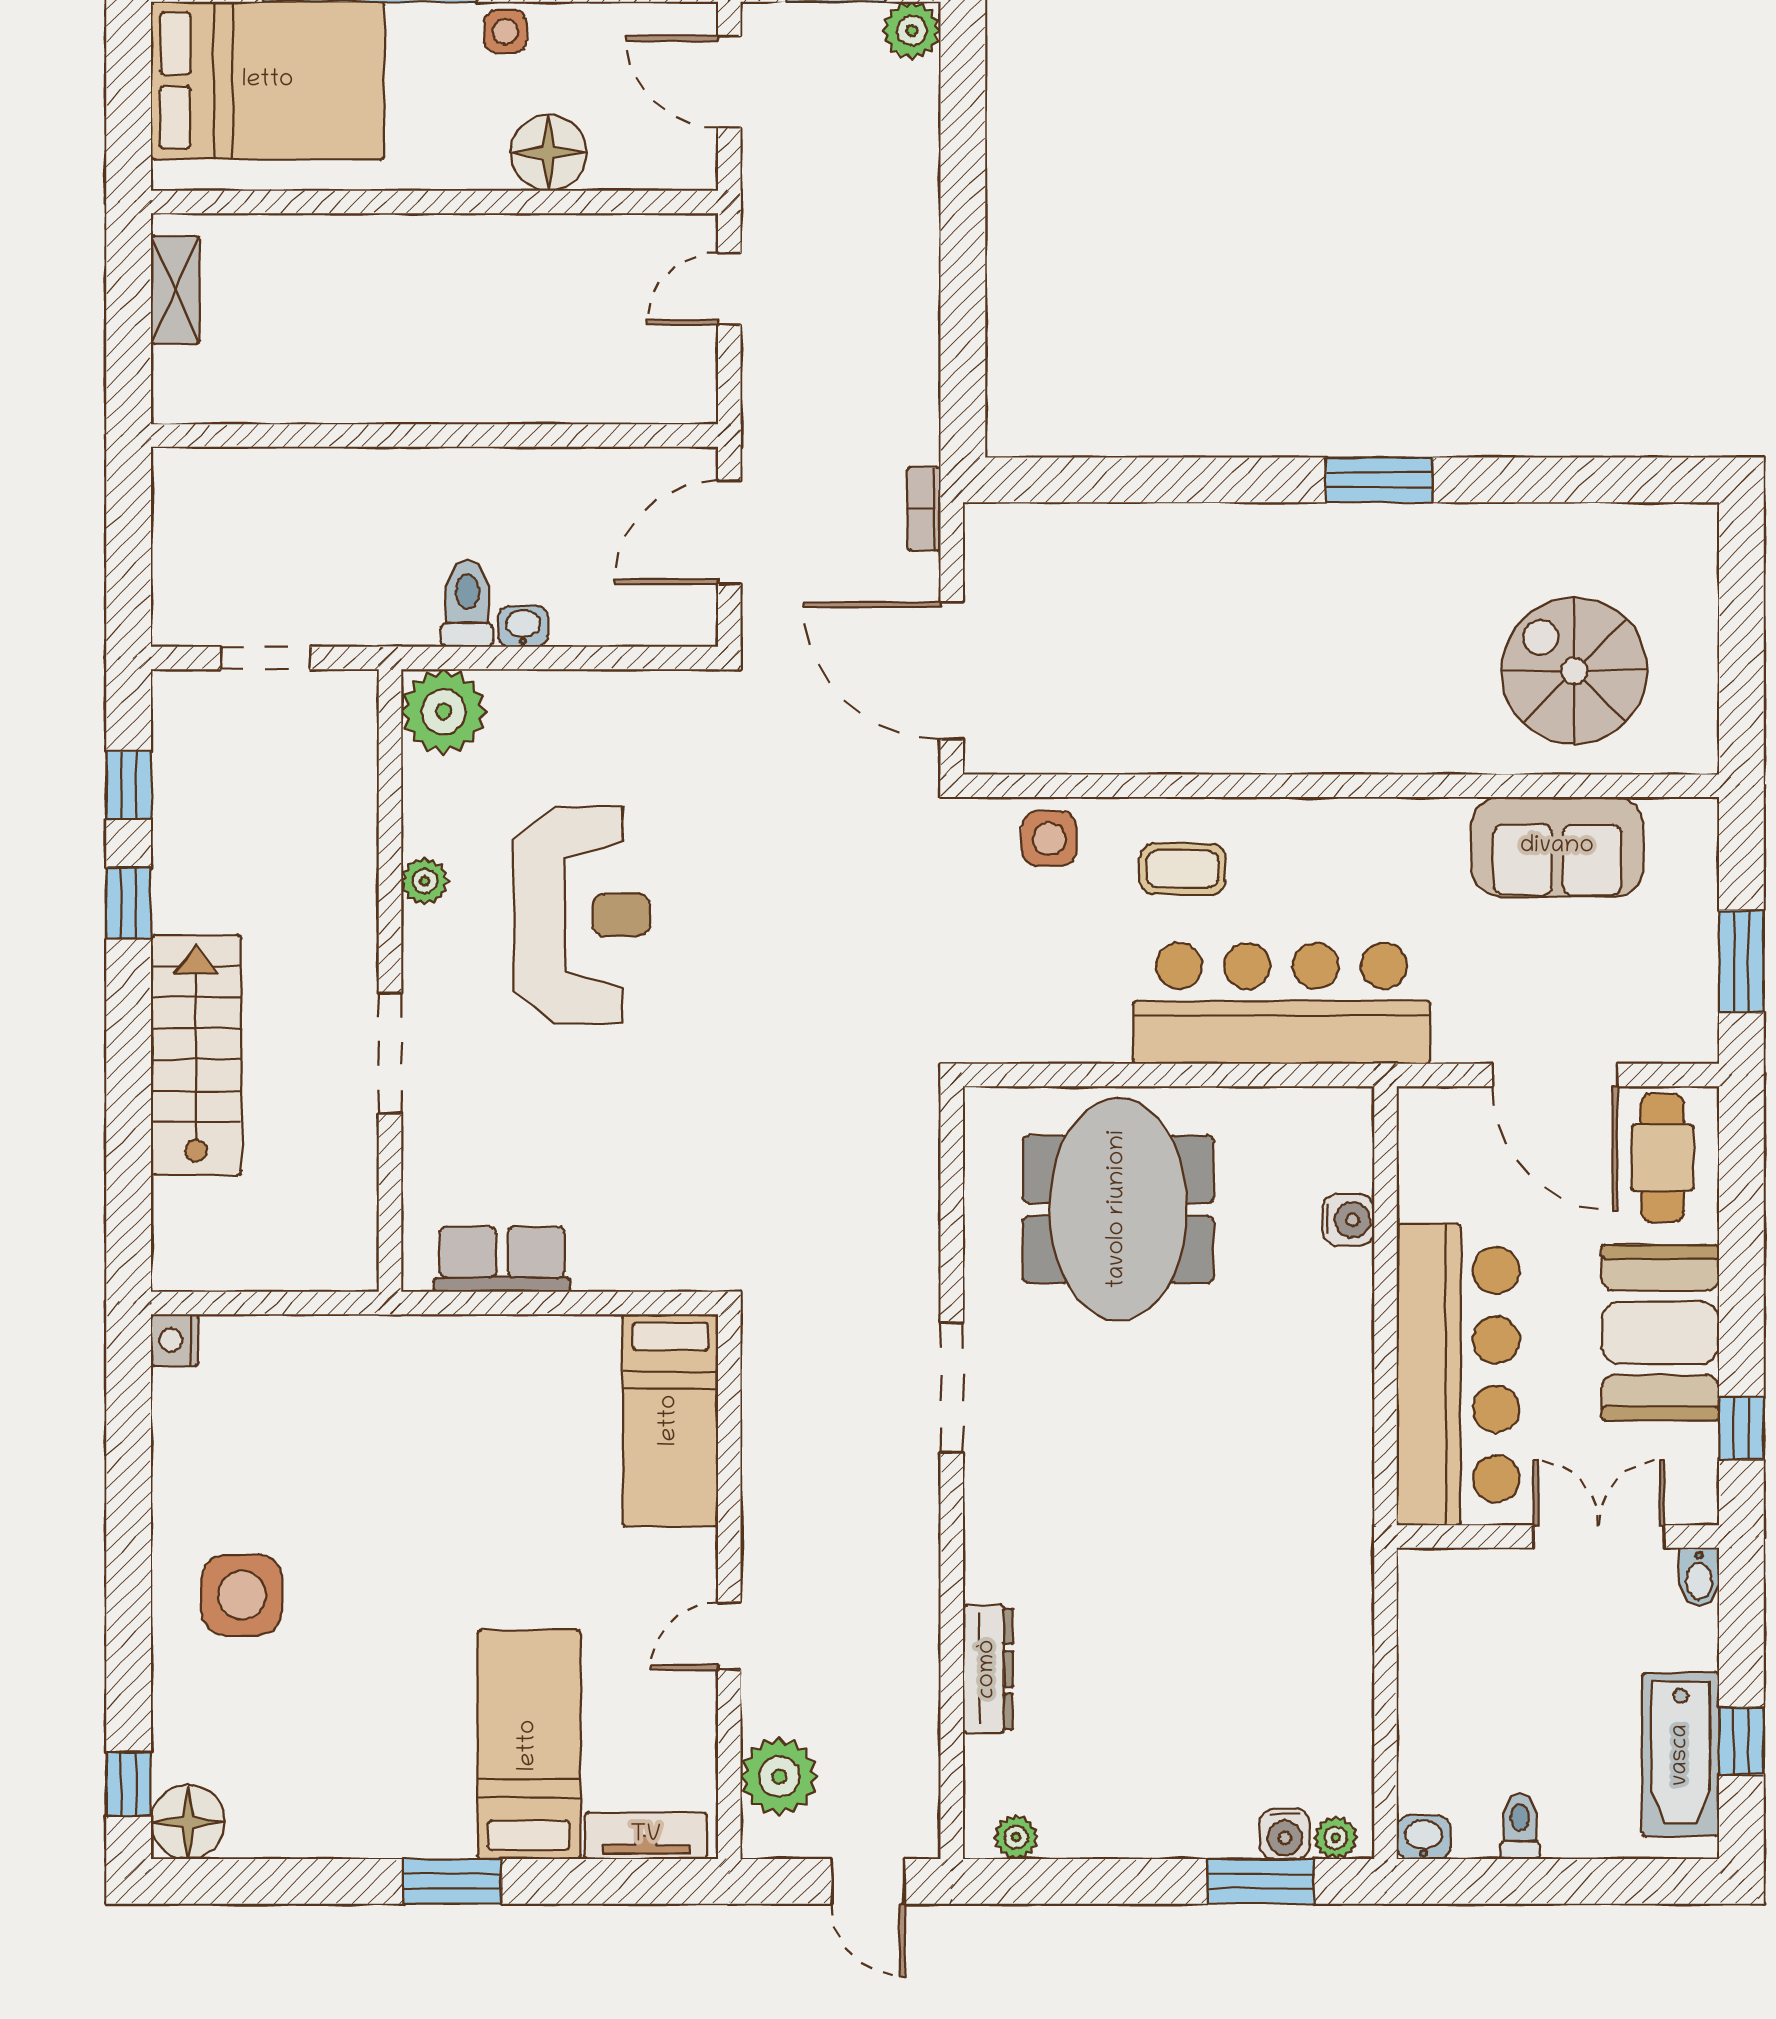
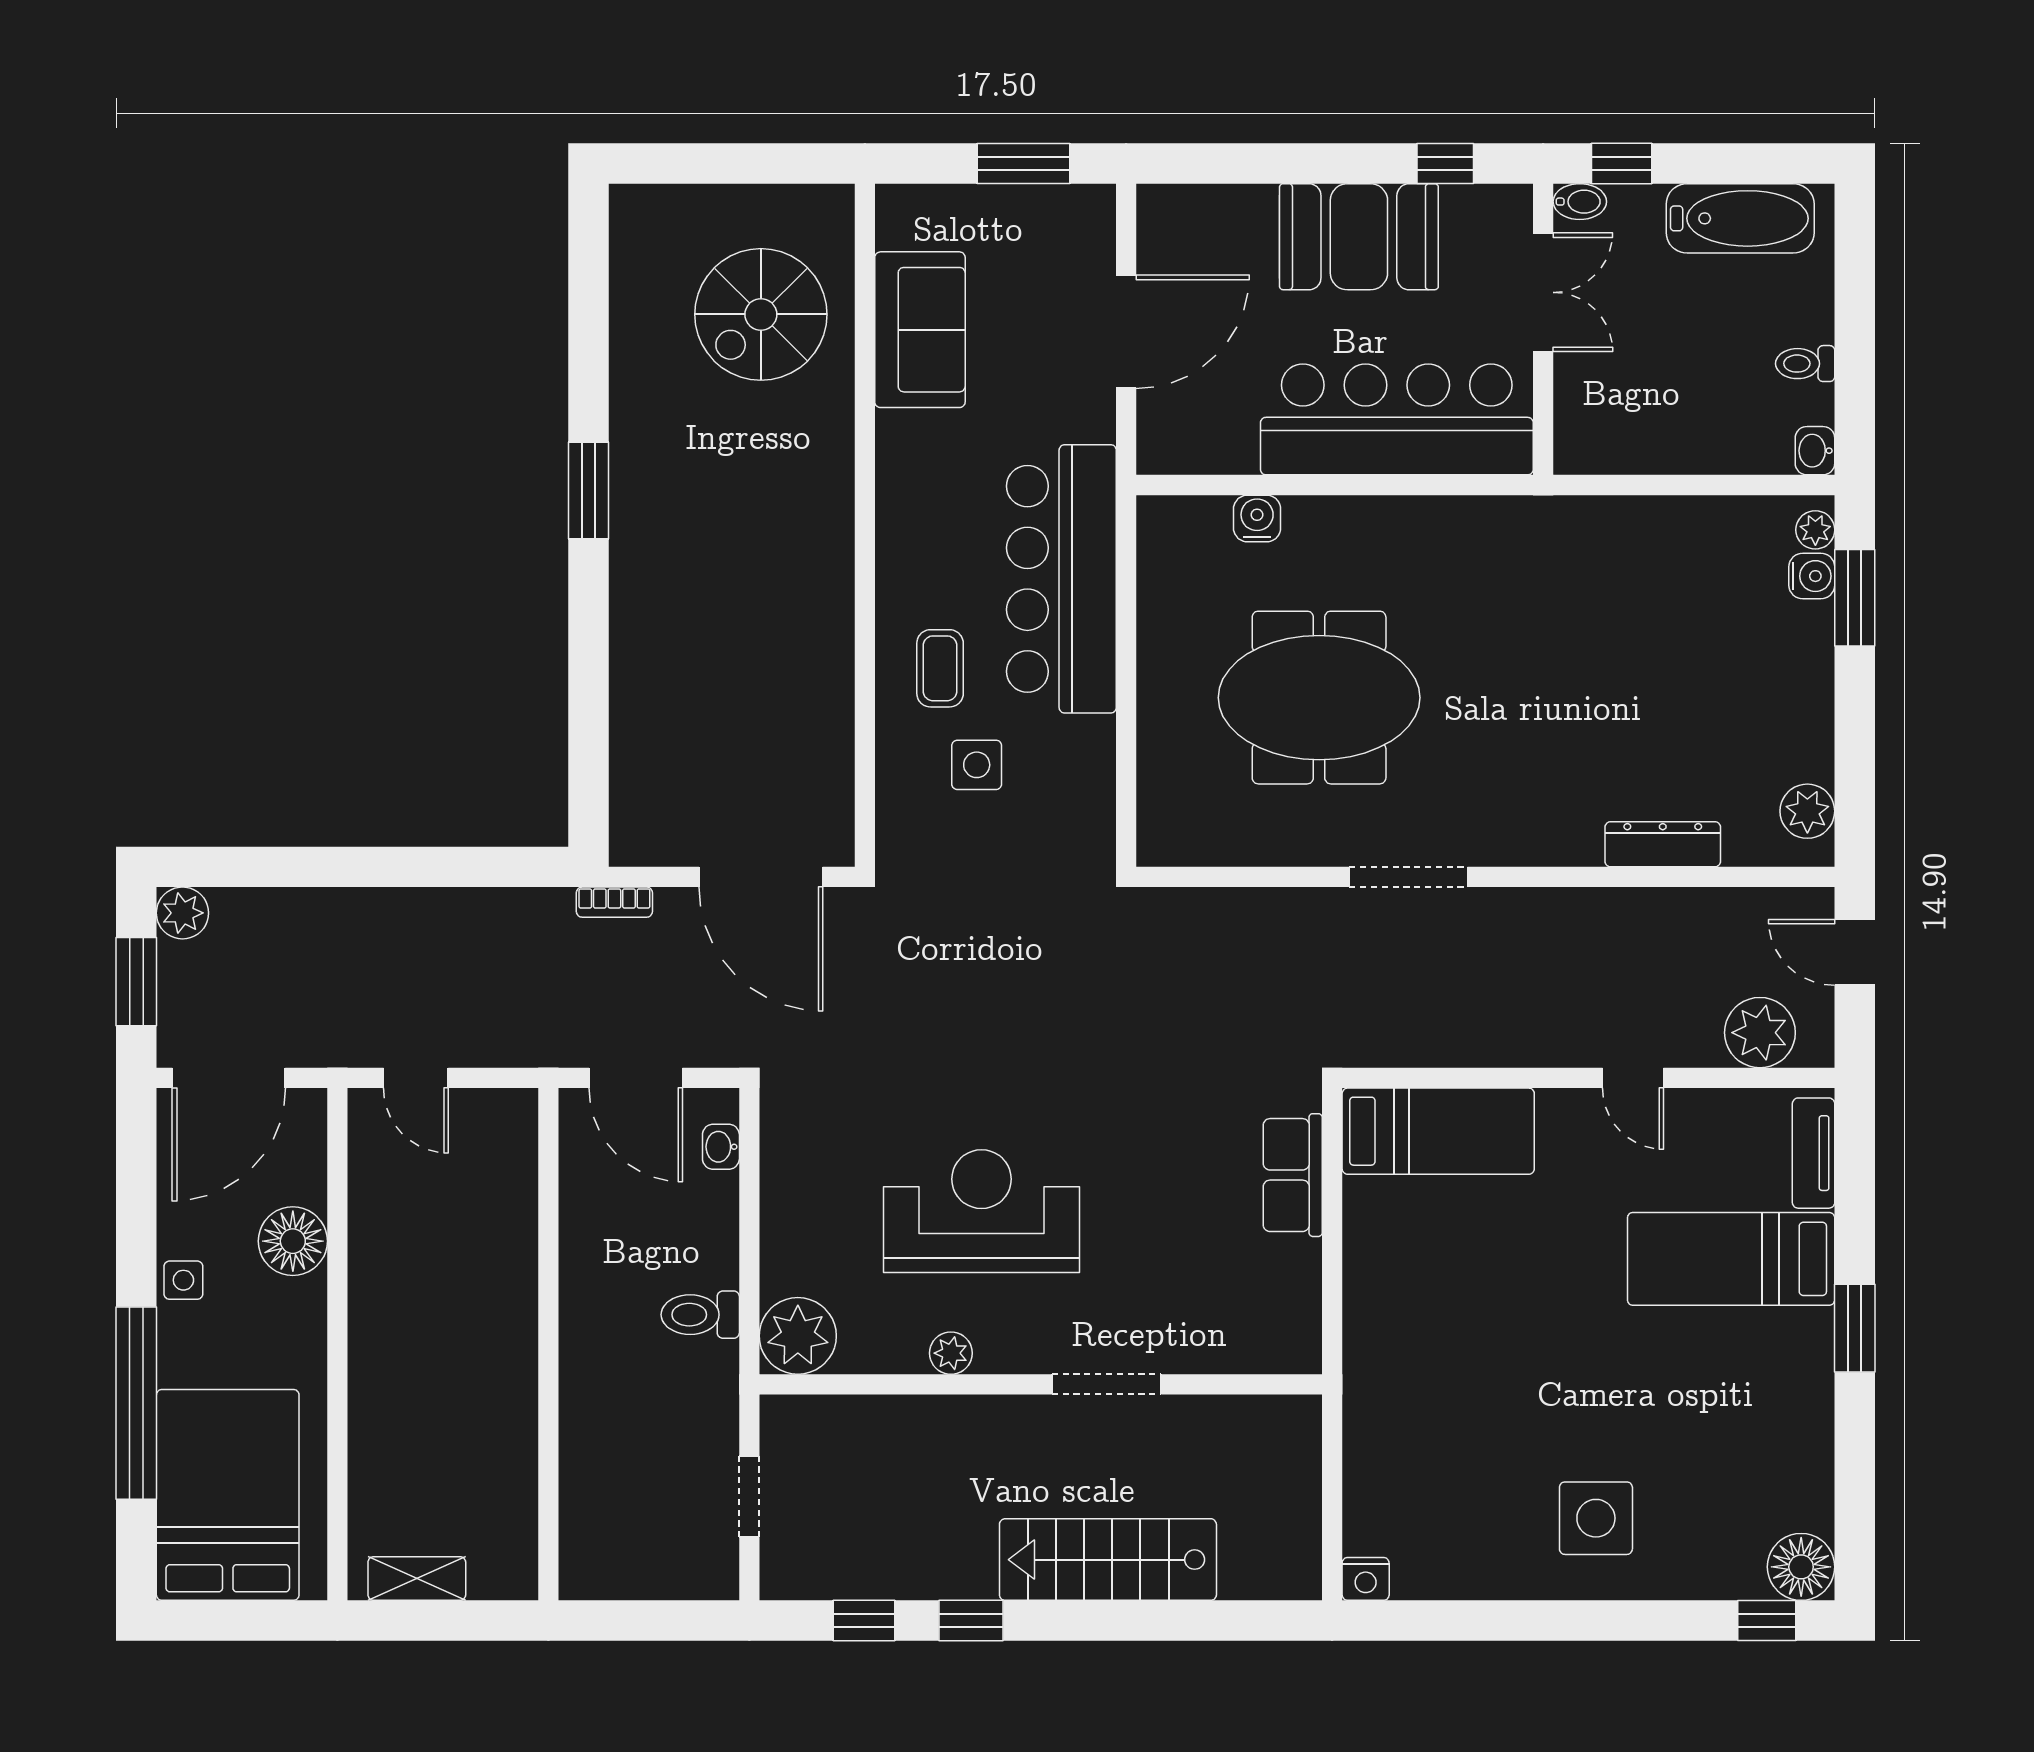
door: (729, 82) -> (229, 1078), width x1.36
washbasin: (523, 626) -> (721, 1147), moved
door: (952, 671) -> (761, 877), hinge flipped
side table: (1049, 839) -> (977, 765), moved
cafe table: (1662, 1158) -> (1201, 235), removed
meeting table: (1118, 1209) -> (1319, 698), moved
row of seats: (502, 1259) -> (1293, 1175), moved
double door: (1599, 1537) -> (1543, 292), swing flipped
window: (1741, 1741) -> (1622, 163), moved
plant: (1016, 1837) -> (1807, 811), width x1.38, depth x1.38
door: (868, 1881) -> (1855, 952), swing flipped

